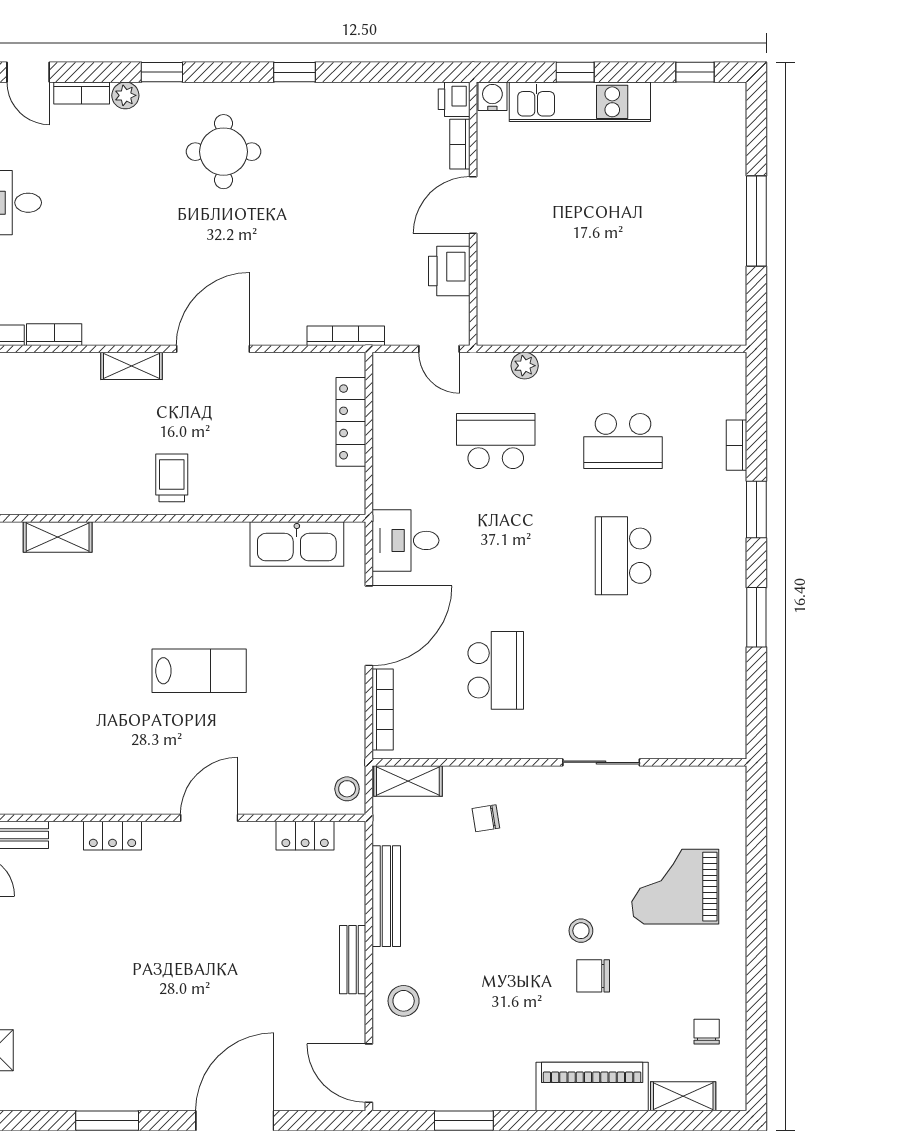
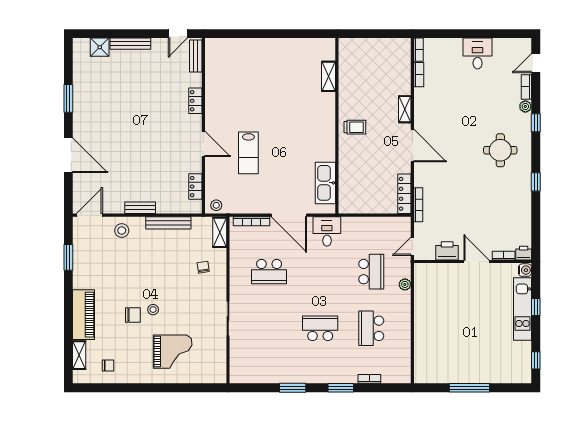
locker: (351, 422) -> (404, 194), moved, turned -90
lab bench: (199, 671) -> (248, 153), moved
grand piano: (675, 887) -> (173, 352), turned 90
chair: (593, 976) -> (133, 315), turned 90

